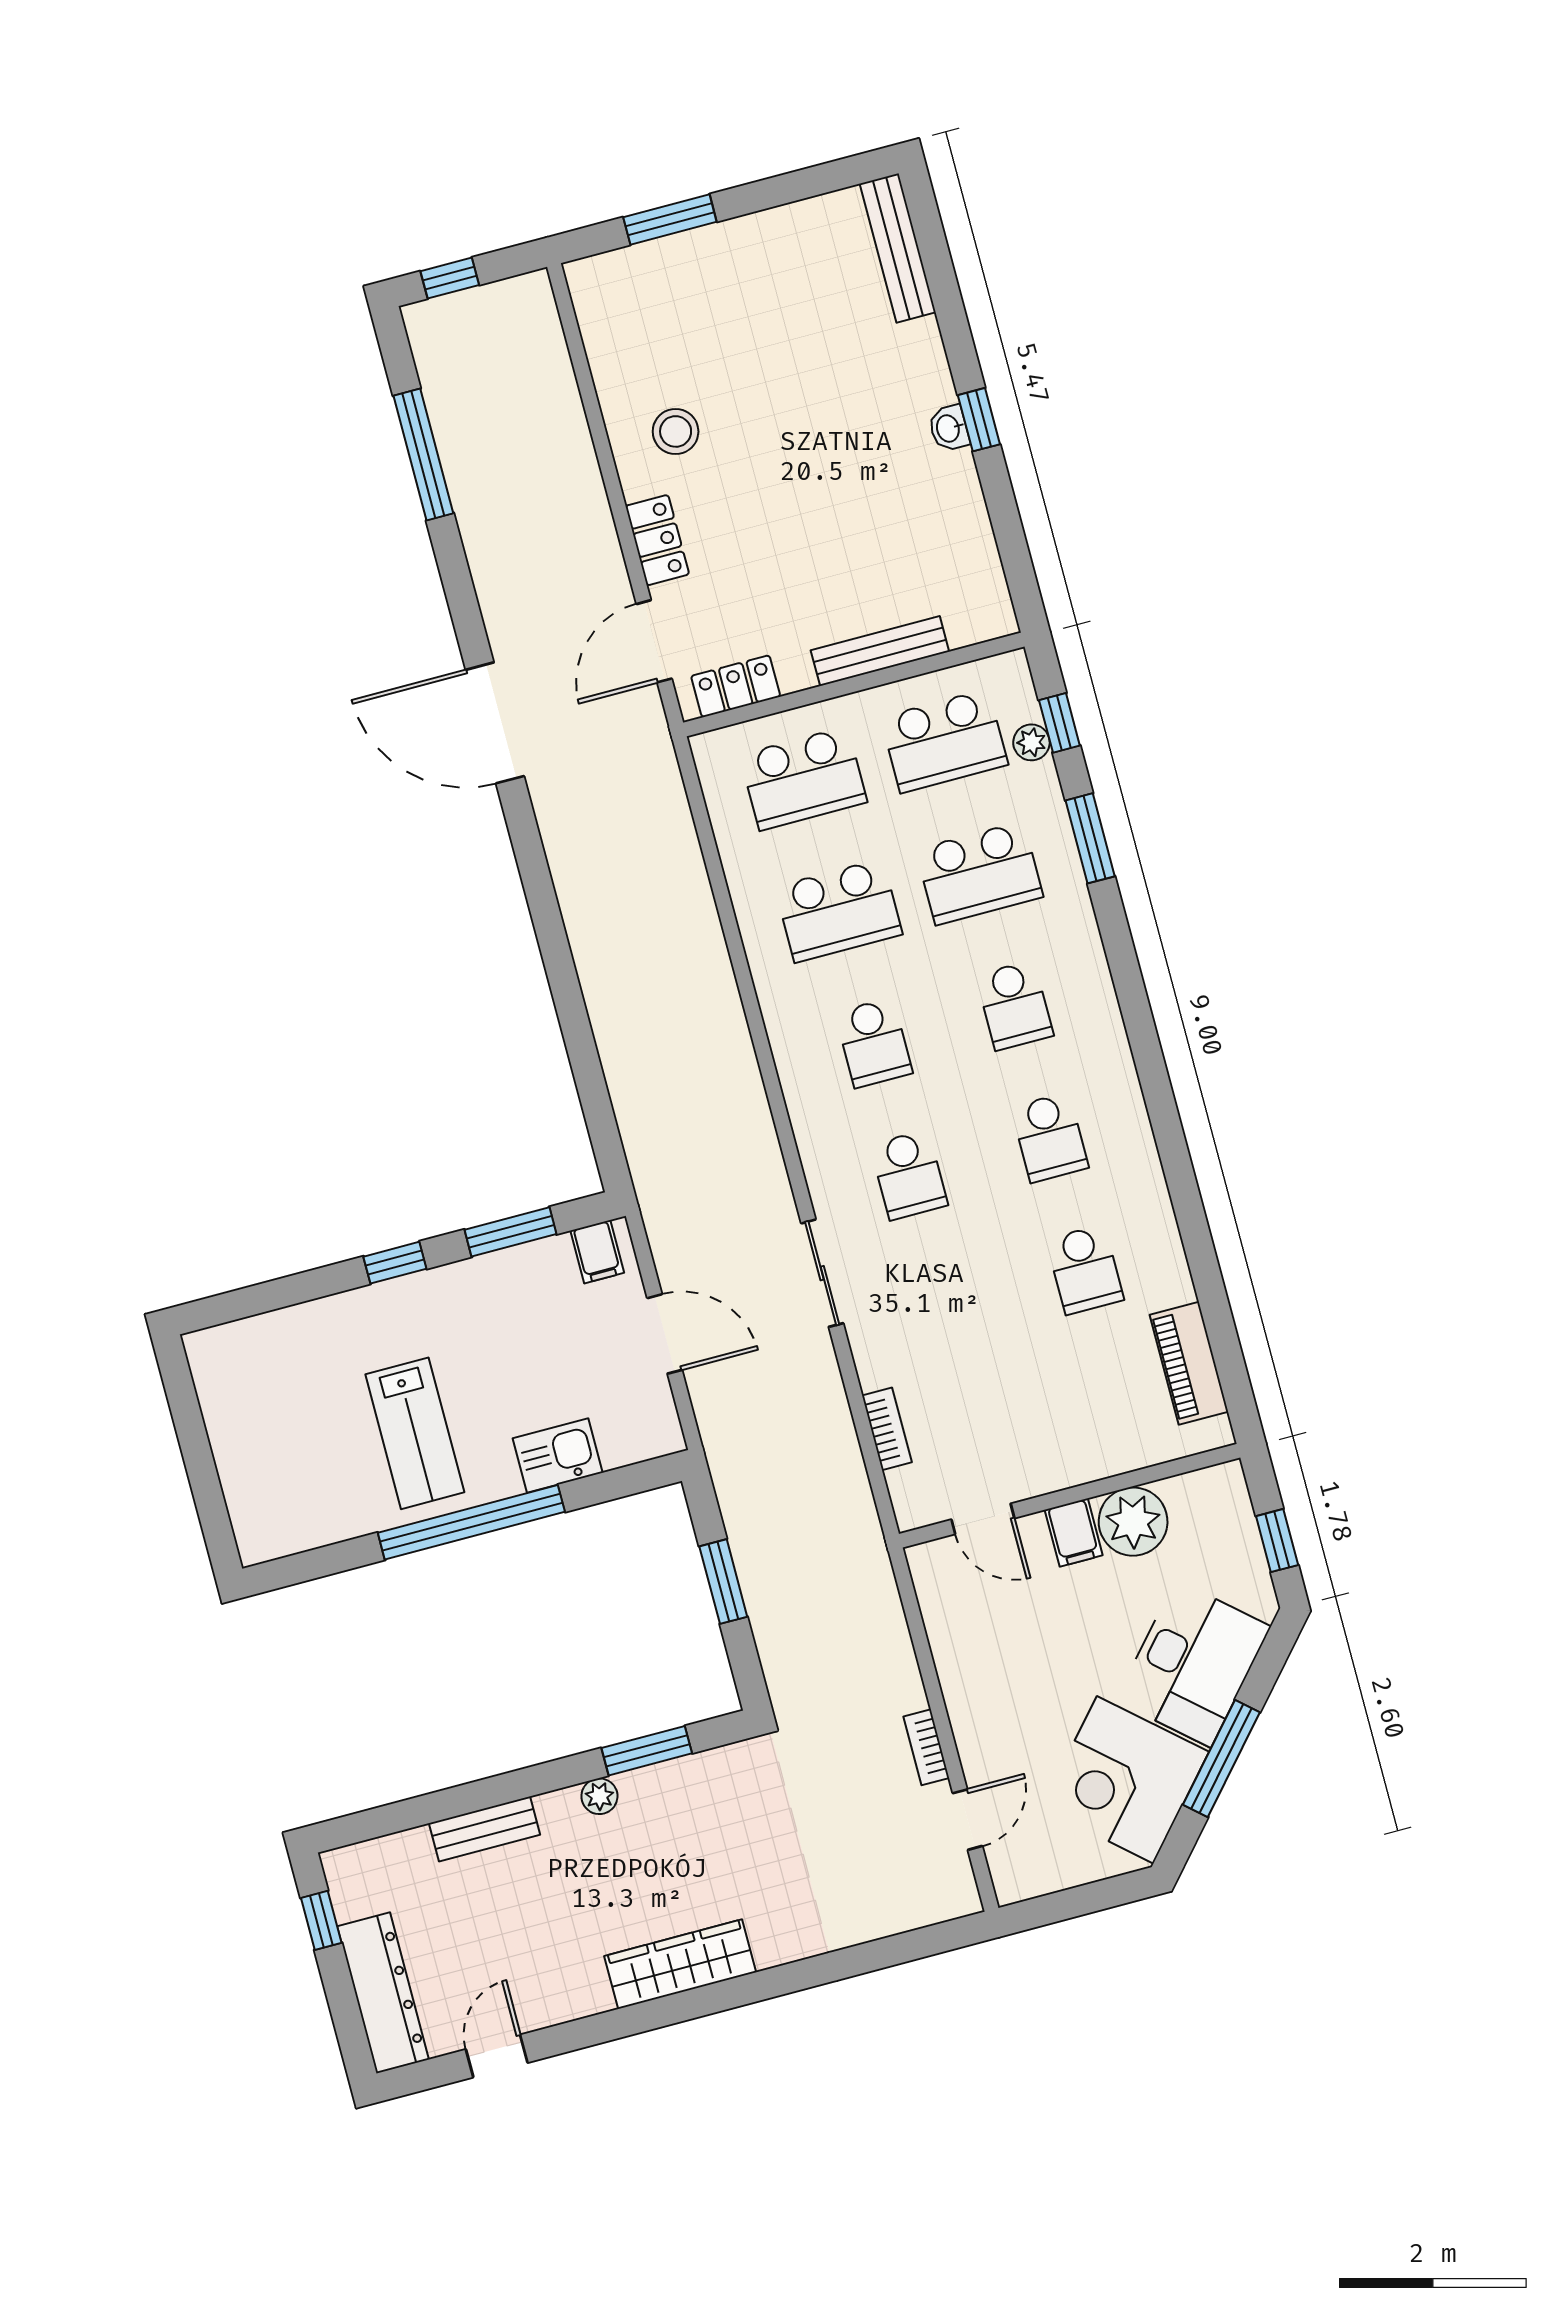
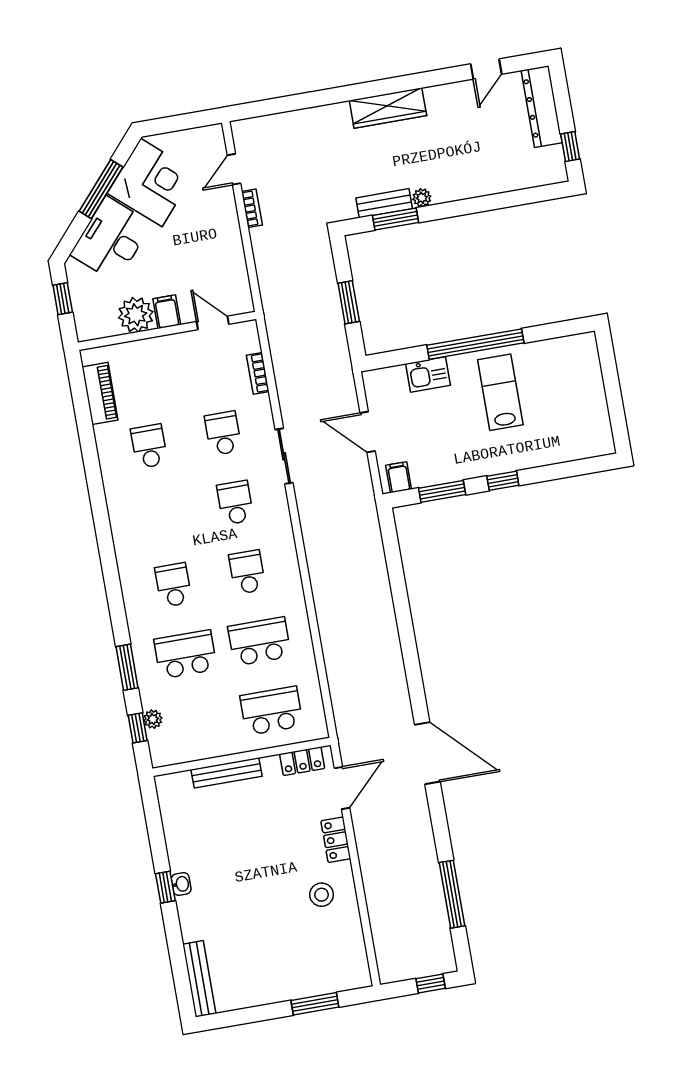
school desk: (944, 741) -> (198, 724), removed
school desk: (1050, 1137) -> (223, 433), moved
bench: (484, 1829) -> (384, 203), moved

